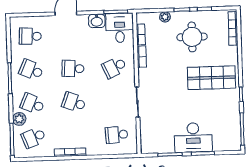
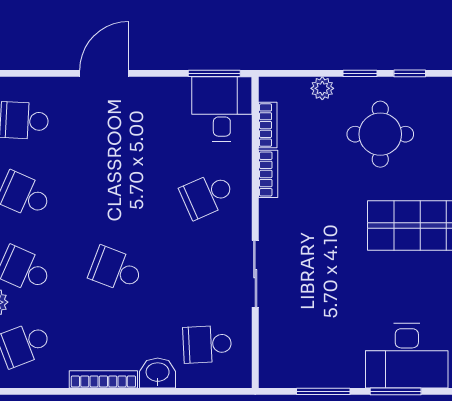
washbasin: (97, 21) -> (158, 373), moved, turned 180
school desk: (73, 69) -> (116, 195), removed
desk: (193, 138) -> (407, 356), moved

